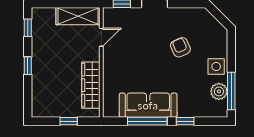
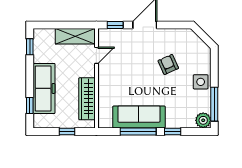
window: (28, 66) -> (30, 105), moved
freezer: (43, 74) -> (44, 88), added
plant: (219, 91) -> (203, 120), moved

